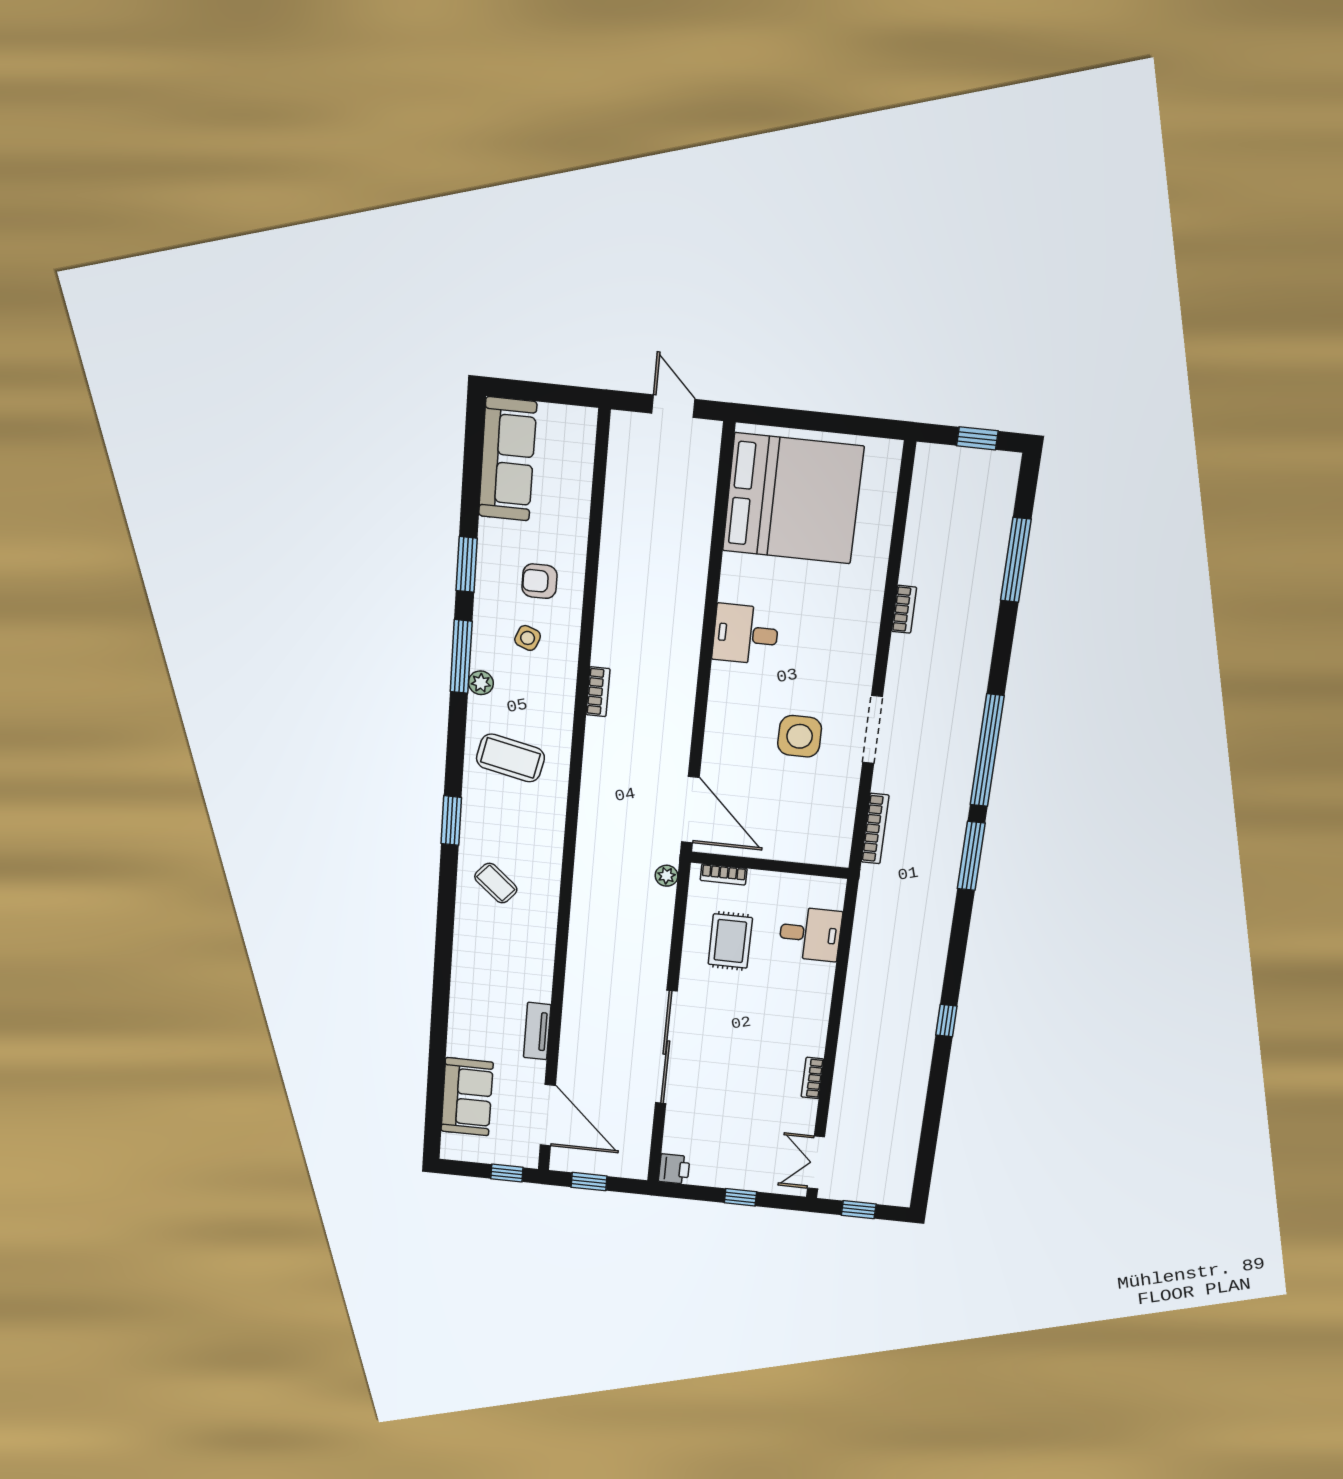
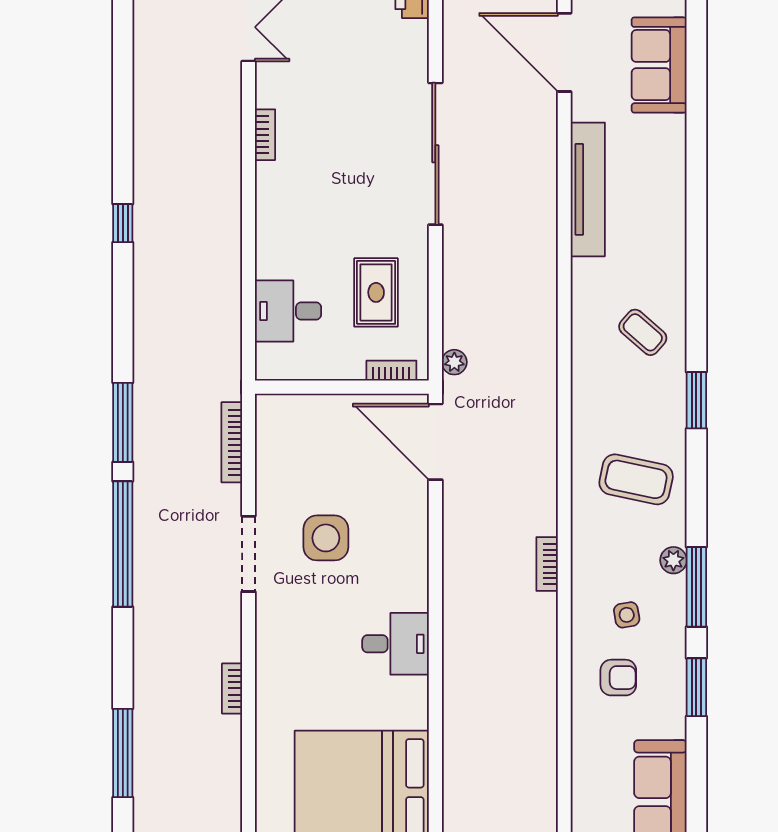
side table: (528, 638) -> (627, 615), turned -31
tv unit: (537, 1031) -> (588, 189), width x1.92, depth x1.29

